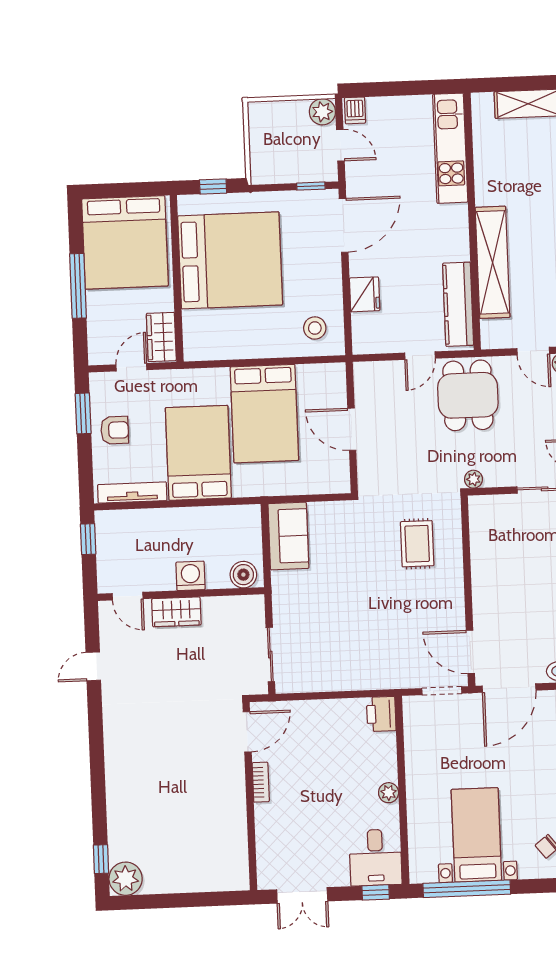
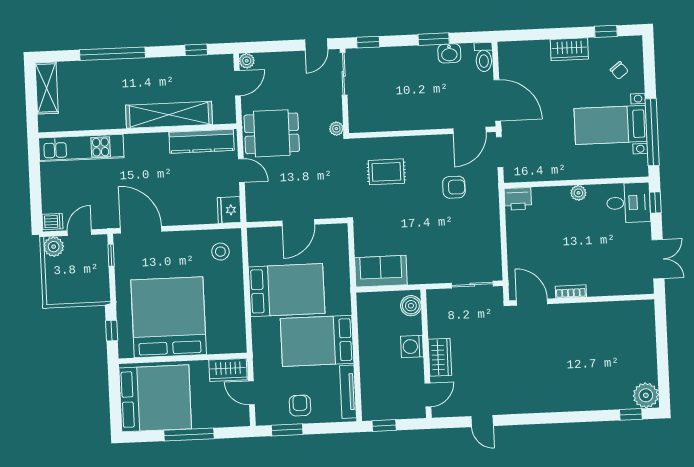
fridge: (365, 294) -> (229, 210), moved, turned -90
armchair: (397, 631) -> (454, 187), added

